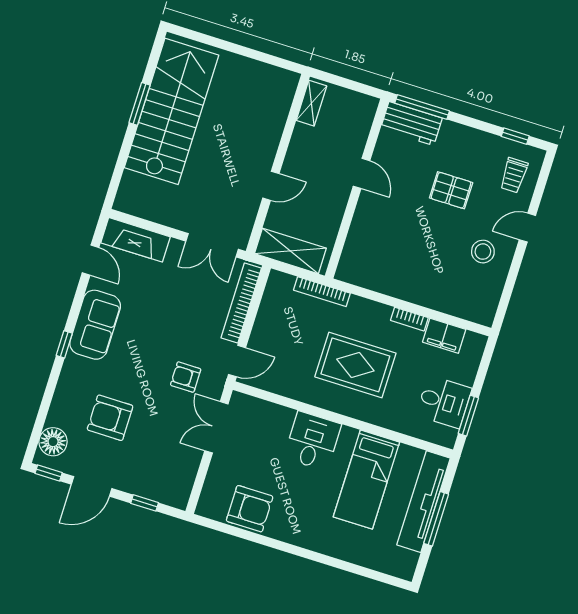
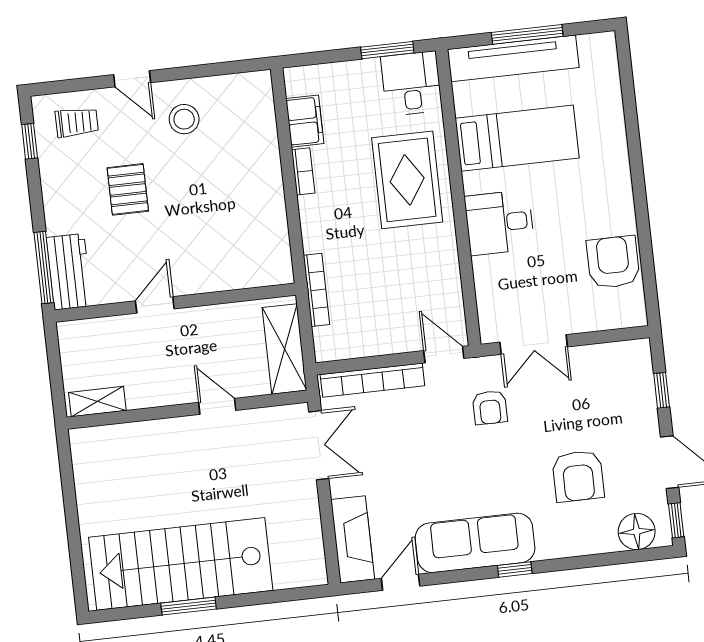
sofa: (95, 325) -> (475, 543), width x1.36
rug: (355, 365) -> (407, 180), moved
desk: (444, 402) -> (411, 84), moved

